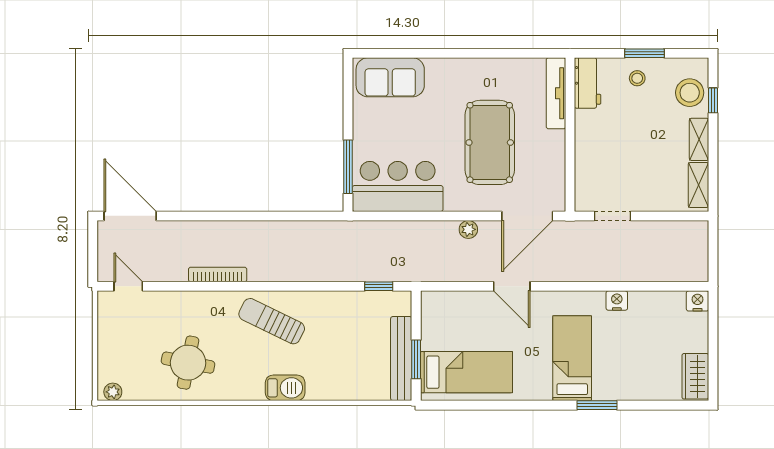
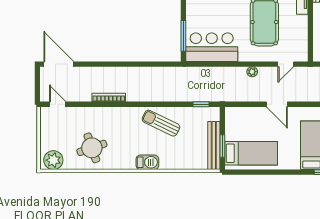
door: (527, 216) -> (286, 64), width x0.53
sun lounger: (272, 321) -> (161, 123), moved
round table: (188, 363) -> (92, 148), turned -30
plant: (113, 392) -> (53, 160), width x1.87, depth x1.87

